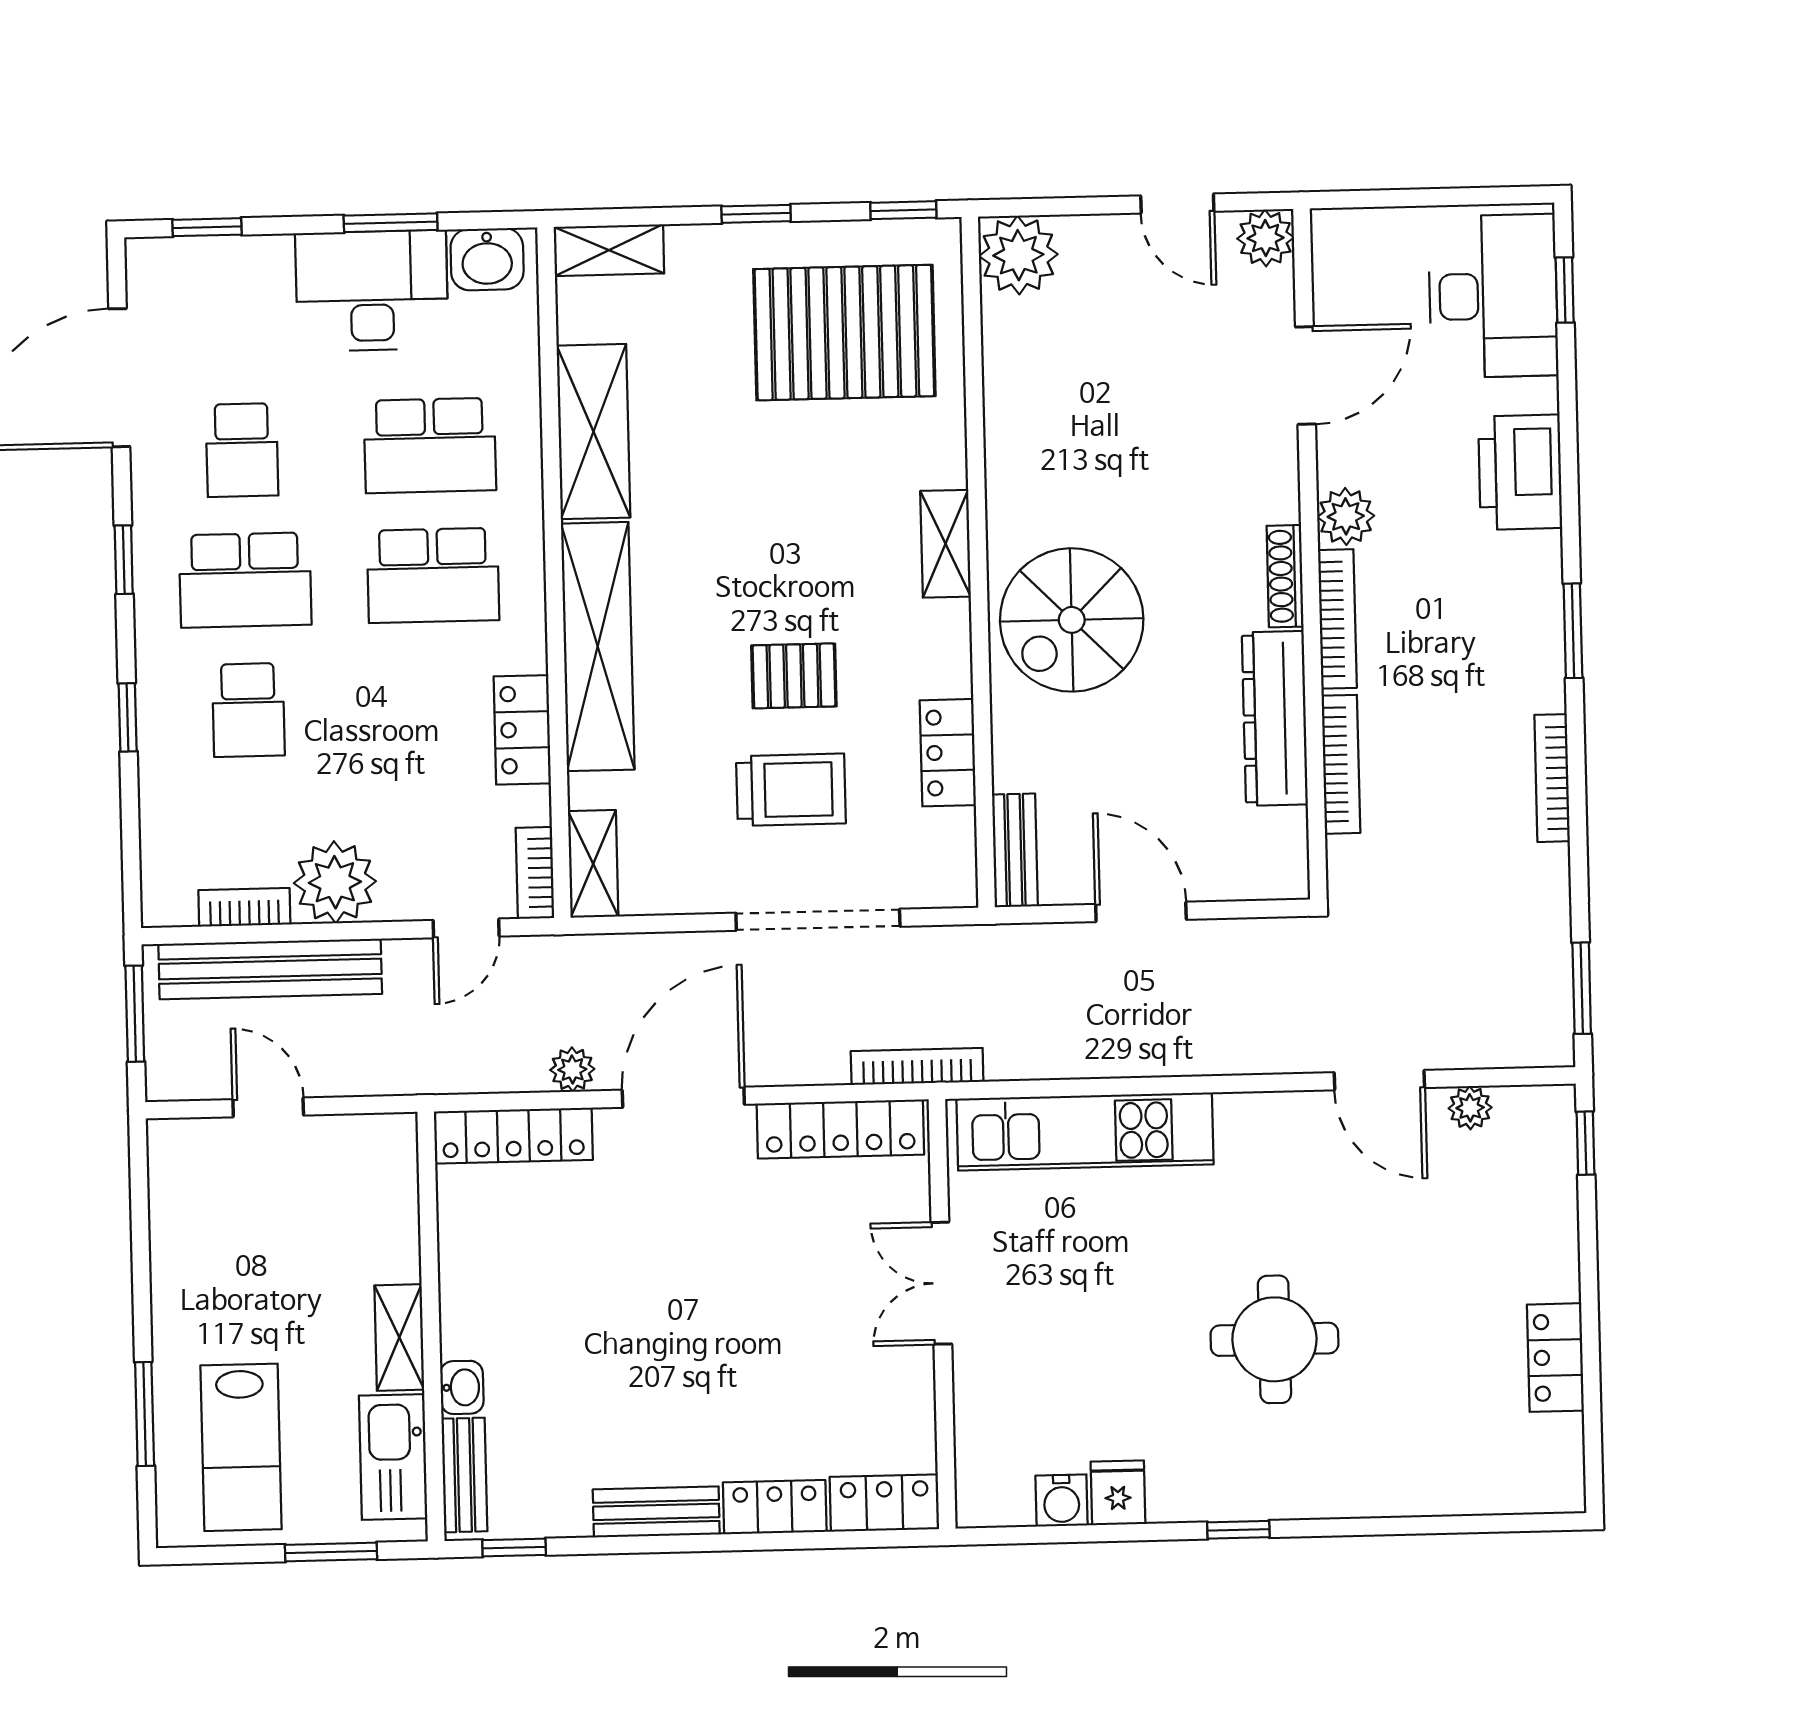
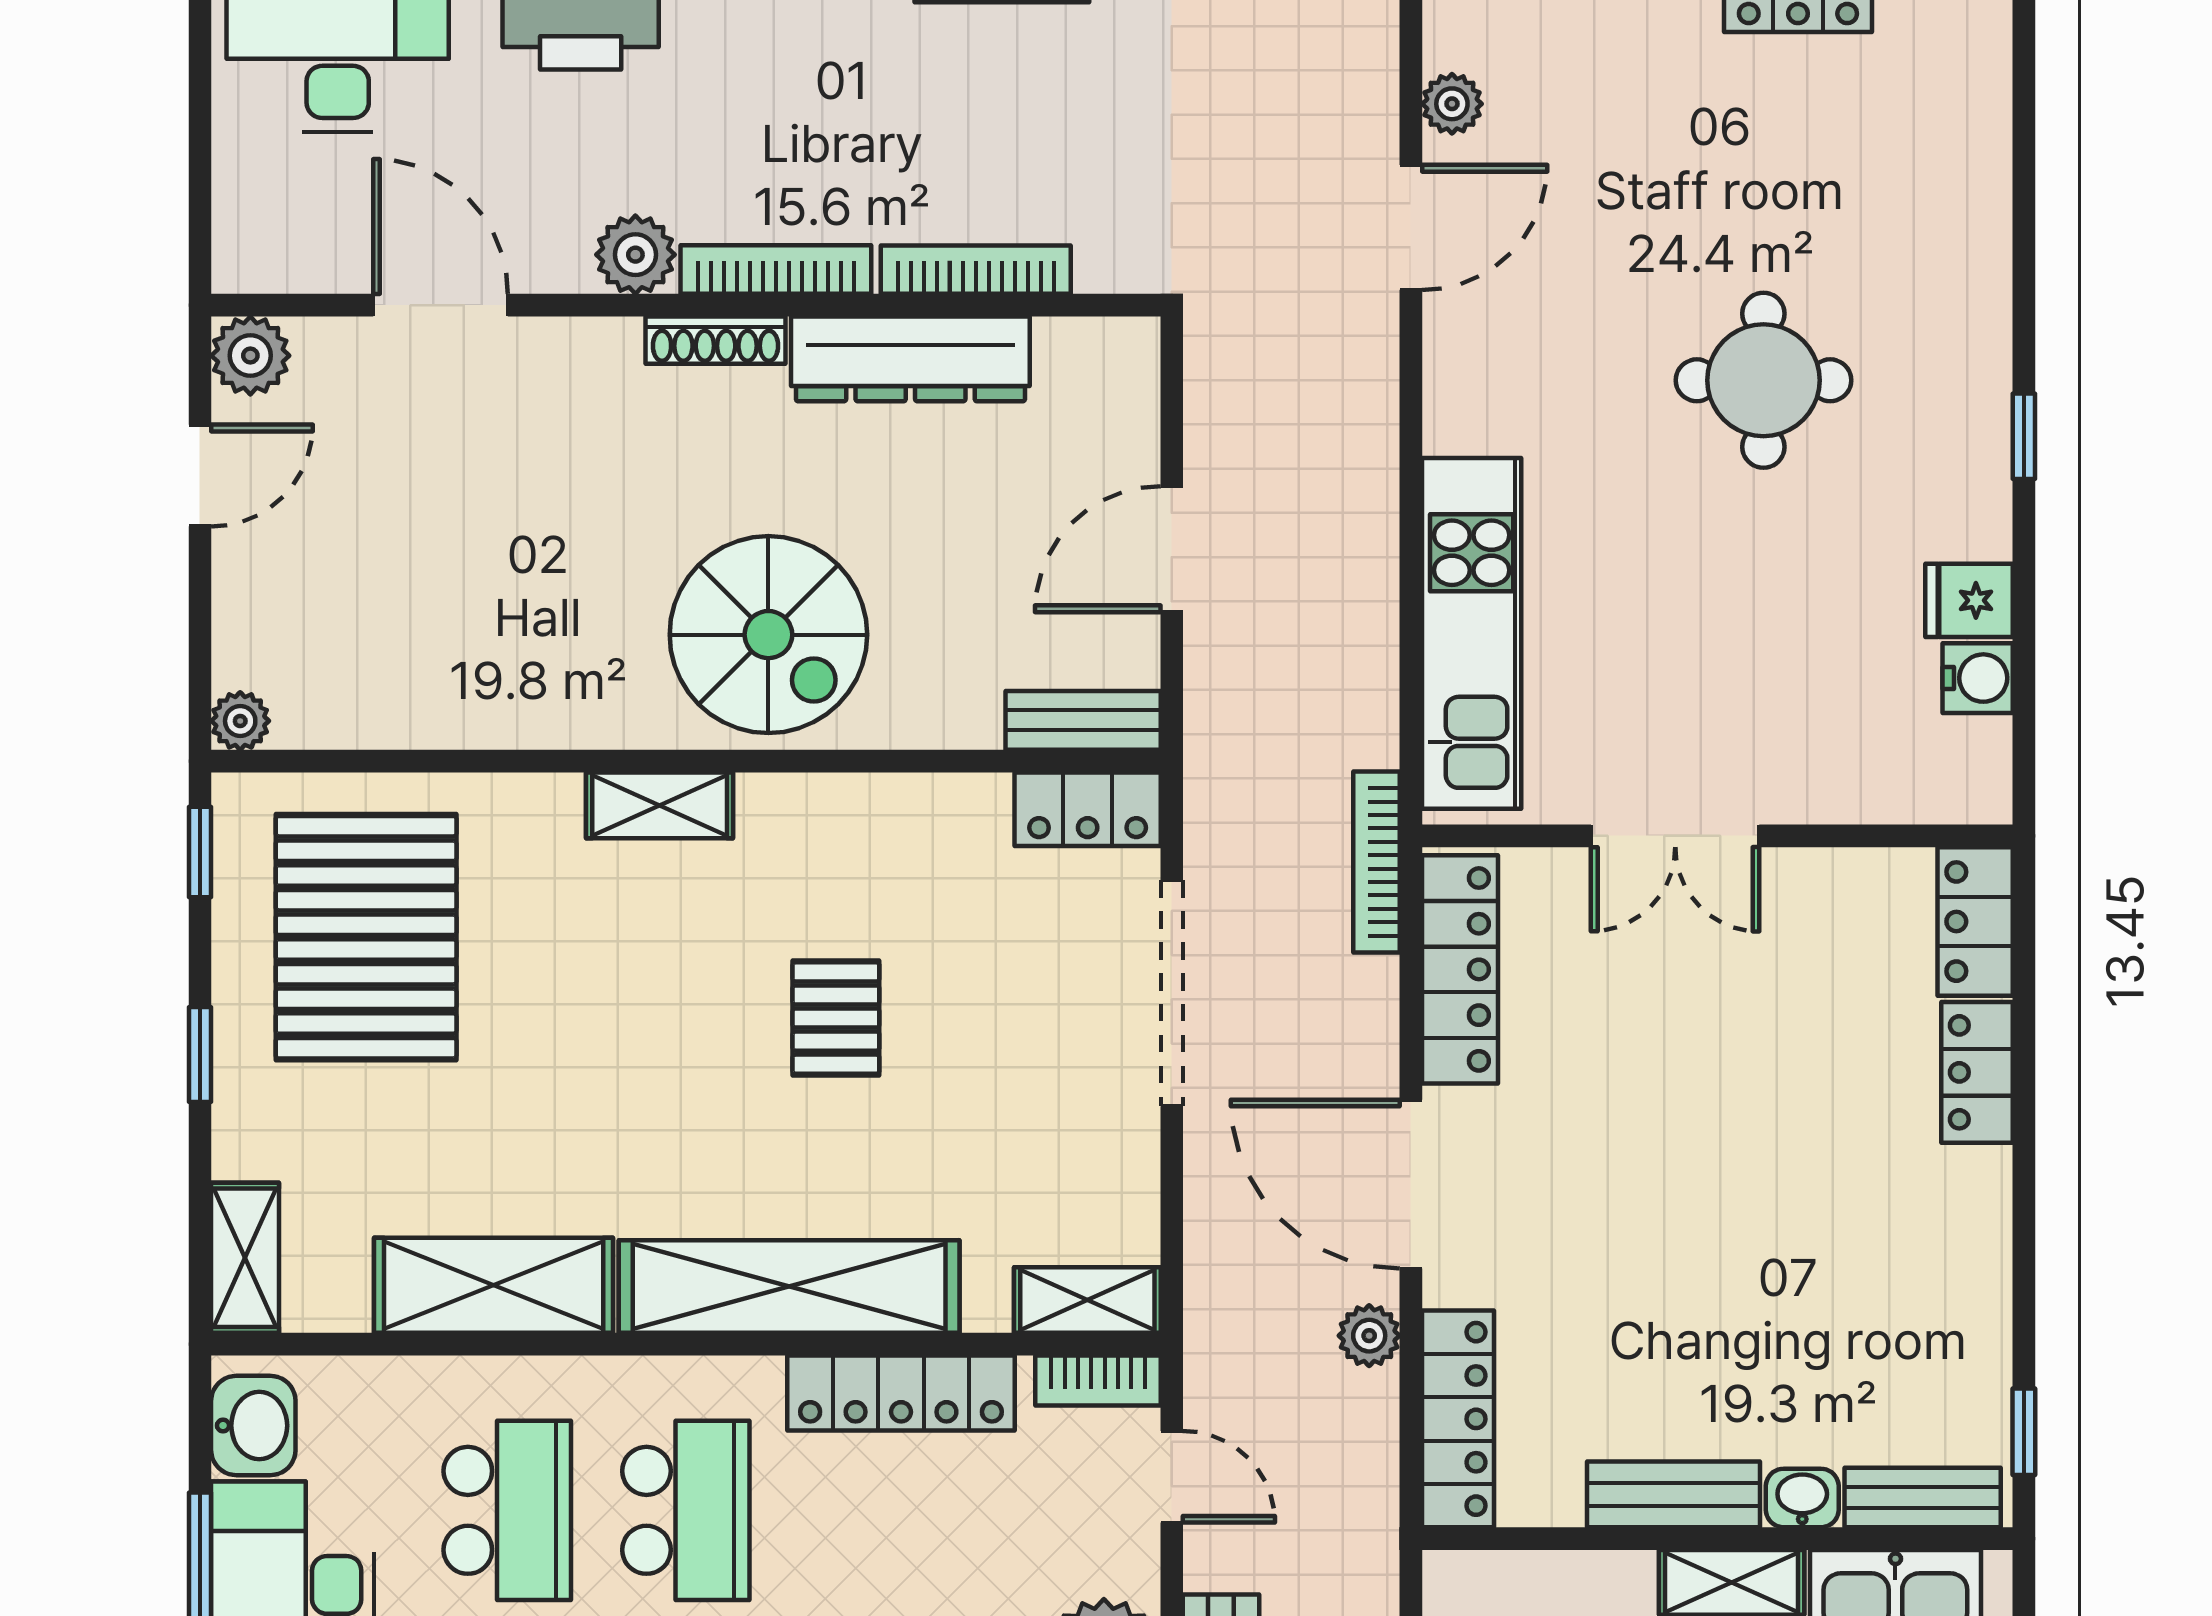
plant: (1018, 255) -> (240, 721), width x0.53, depth x0.53
locker: (522, 730) -> (901, 1393), width x1.53
locker: (948, 753) -> (1088, 809), moved
trolley: (791, 790) -> (992, 1026), removed
bench: (656, 1512) -> (1673, 1494), moved, turned 90

